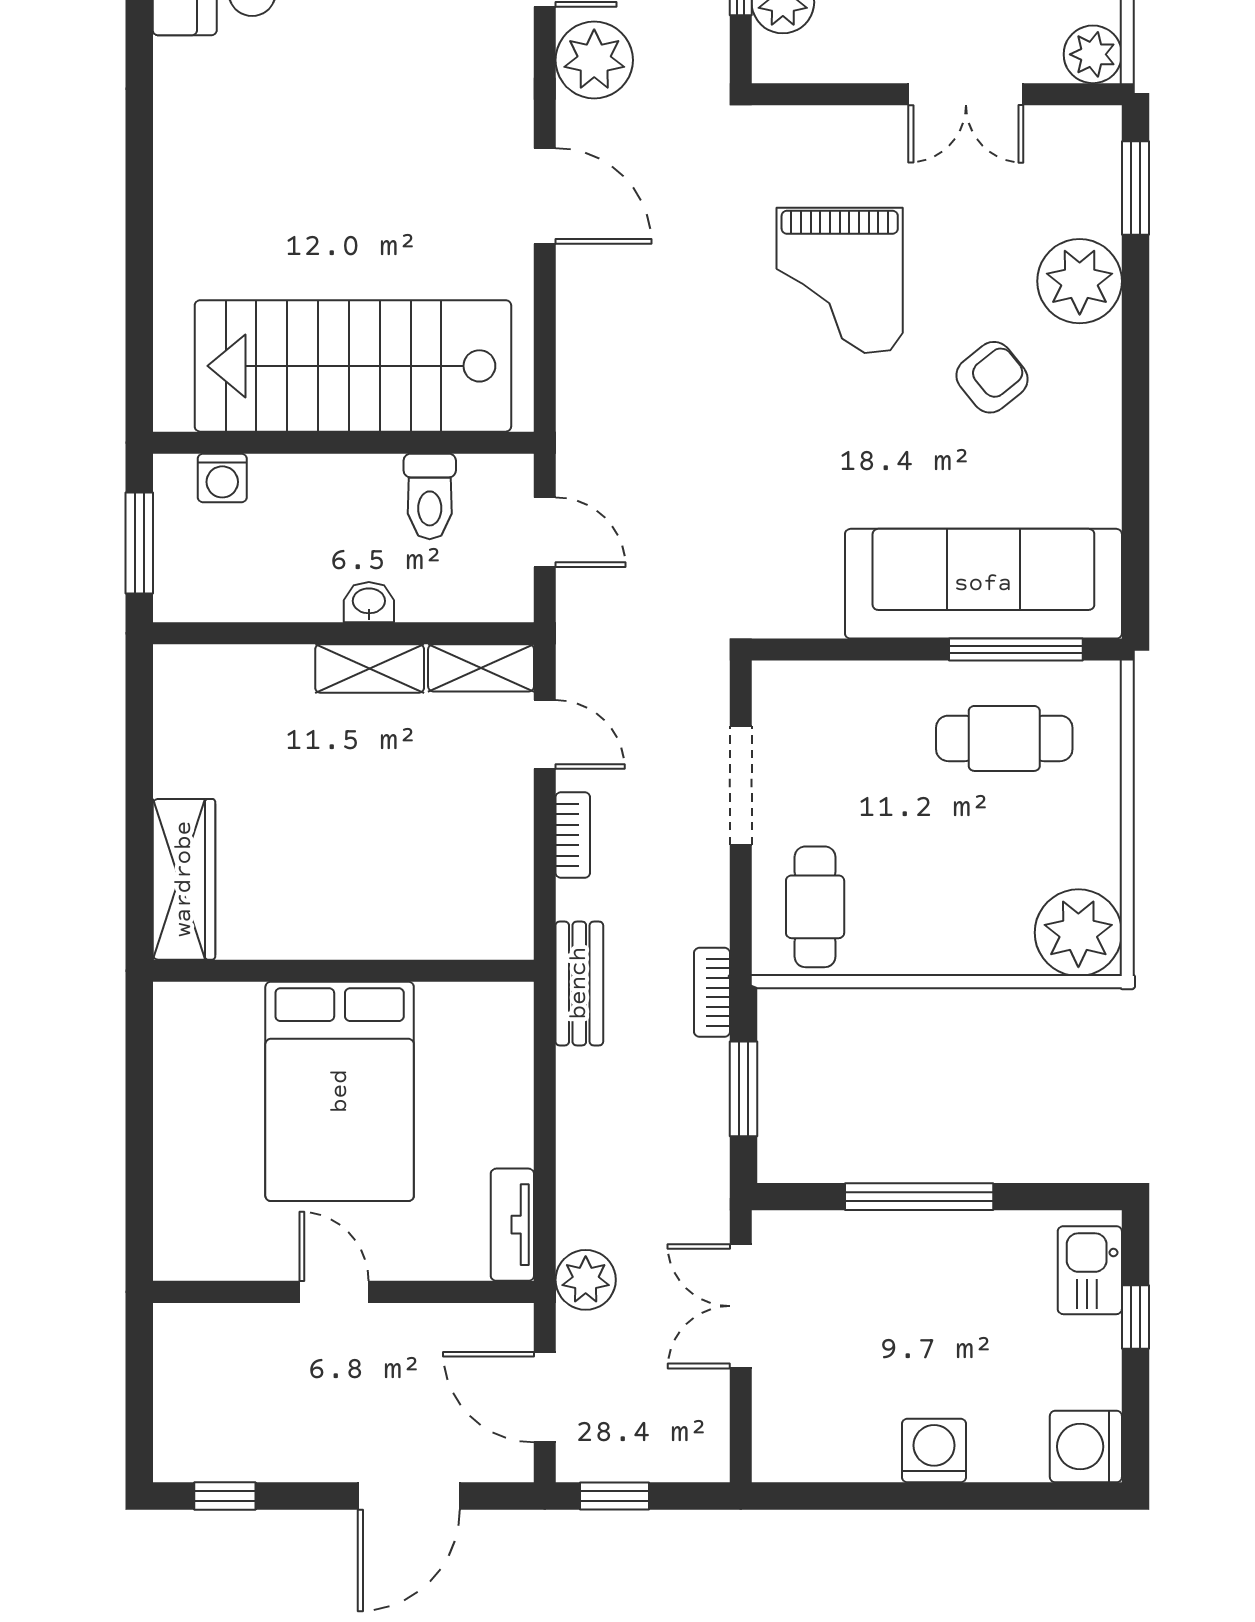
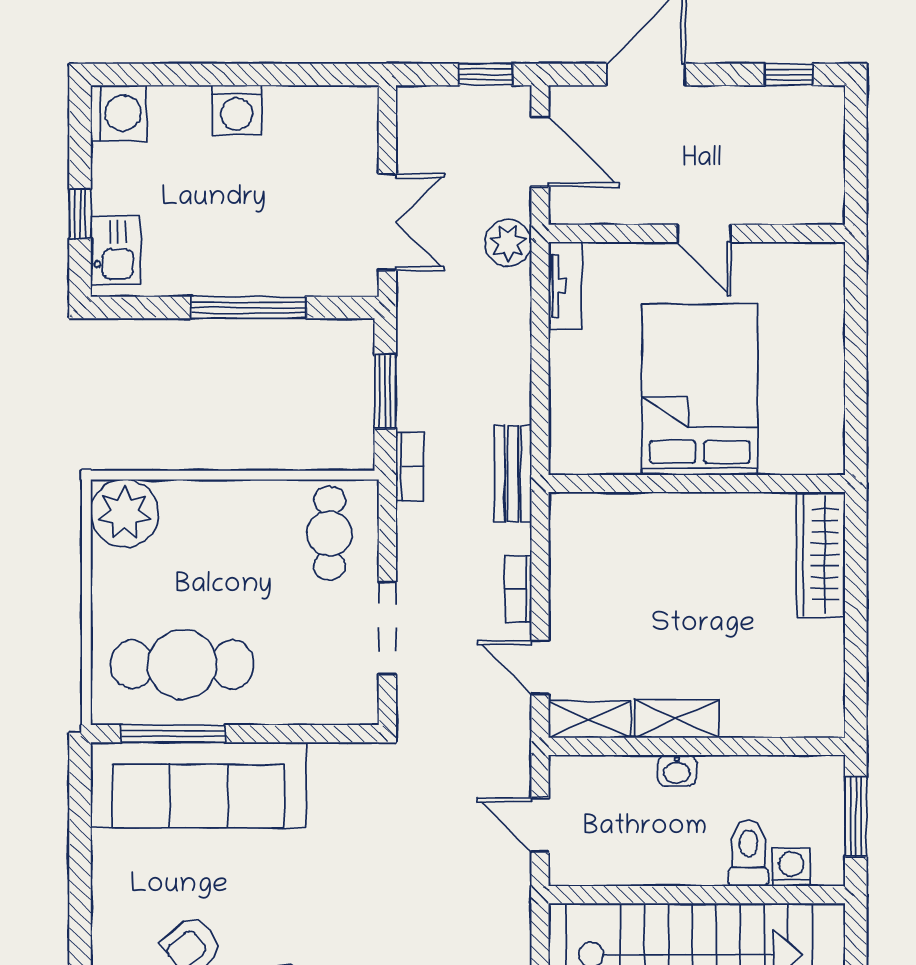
toilet: (430, 496) -> (748, 853), moved
cafe table: (1004, 738) -> (182, 664), width x1.37, depth x1.35

